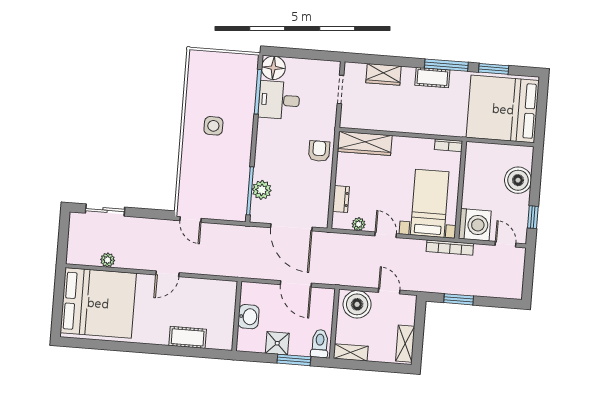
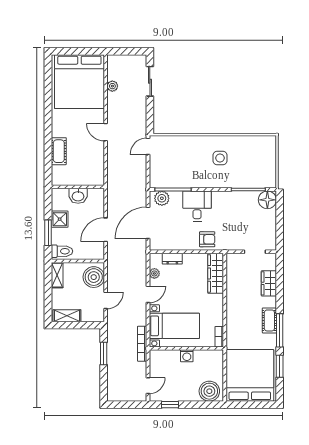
desk: (279, 100) -> (197, 206), moved
boiler: (518, 180) -> (209, 391), moved
plant: (262, 190) -> (162, 198), moved
washing machine: (475, 225) -> (187, 356), moved, width x0.53, depth x0.53

